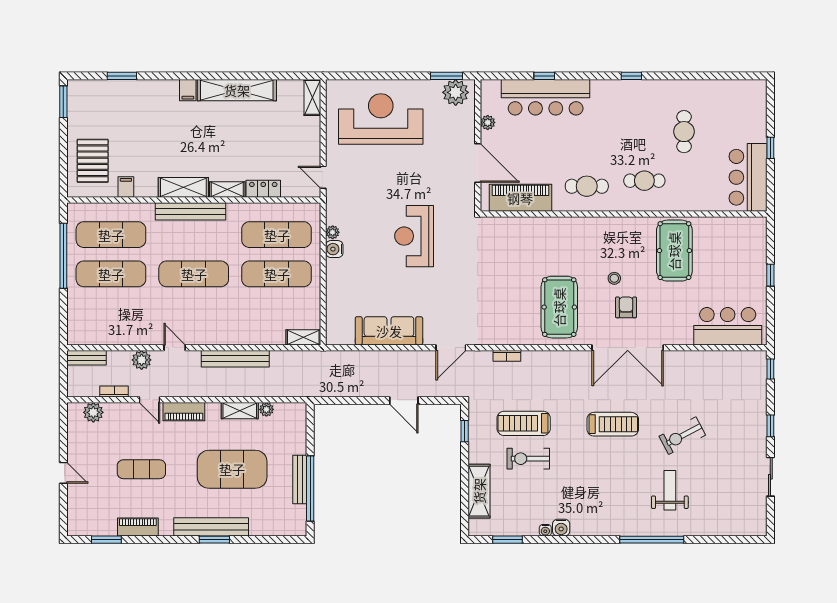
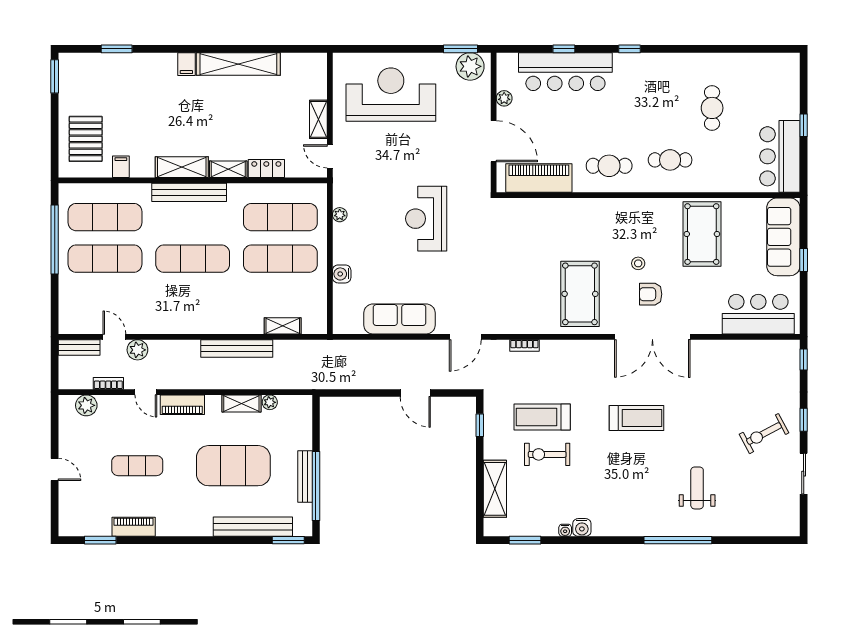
window: (631, 76) -> (629, 49), moved
shelving: (312, 97) -> (318, 119), moved
water cooler: (334, 249) -> (342, 274), moved
sofa: (751, 253) -> (783, 237), added
armchair: (626, 307) -> (651, 294), turned -90
shelving: (303, 337) -> (283, 326), moved
door: (175, 348) -> (114, 337), moved
exercise bike: (682, 436) -> (764, 434), moved
bench: (211, 527) -> (253, 527), moved
window: (214, 540) -> (288, 540), moved

